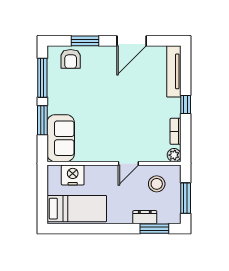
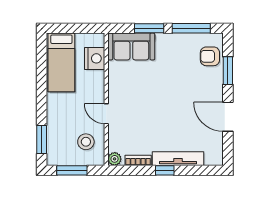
tv unit: (174, 71) -> (178, 159), moved
dresser: (145, 217) -> (53, 130), removed

